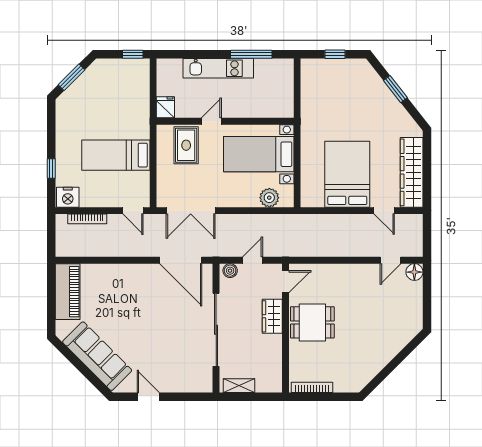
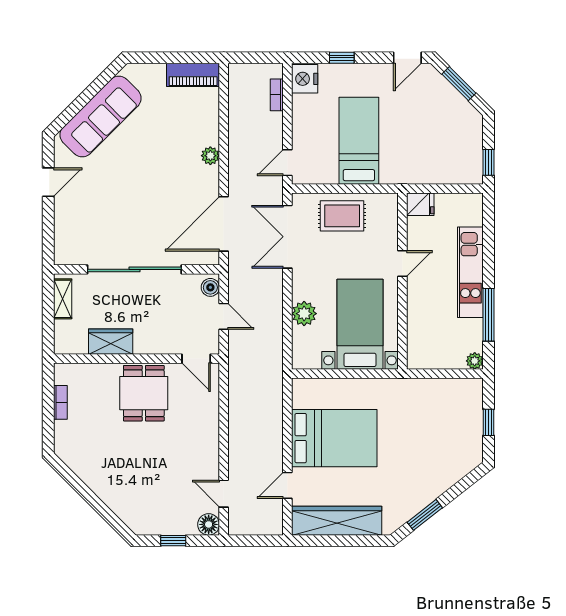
plant: (287, 65) -> (475, 361), added
window: (395, 89) -> (425, 515), moved
door: (51, 117) -> (407, 58), added
door: (211, 121) -> (402, 263), hinge flipped
rug: (186, 145) -> (342, 216), moved
plant: (269, 198) -> (304, 314), moved
bookcase: (87, 219) -> (277, 95), width x0.64
plant: (128, 271) -> (210, 156), added
piano: (68, 292) -> (193, 75), width x0.73, depth x0.75
window: (427, 300) -> (173, 541), added
wardrobe: (272, 316) -> (111, 342), moved
bookcase: (312, 387) -> (60, 402), width x0.64

